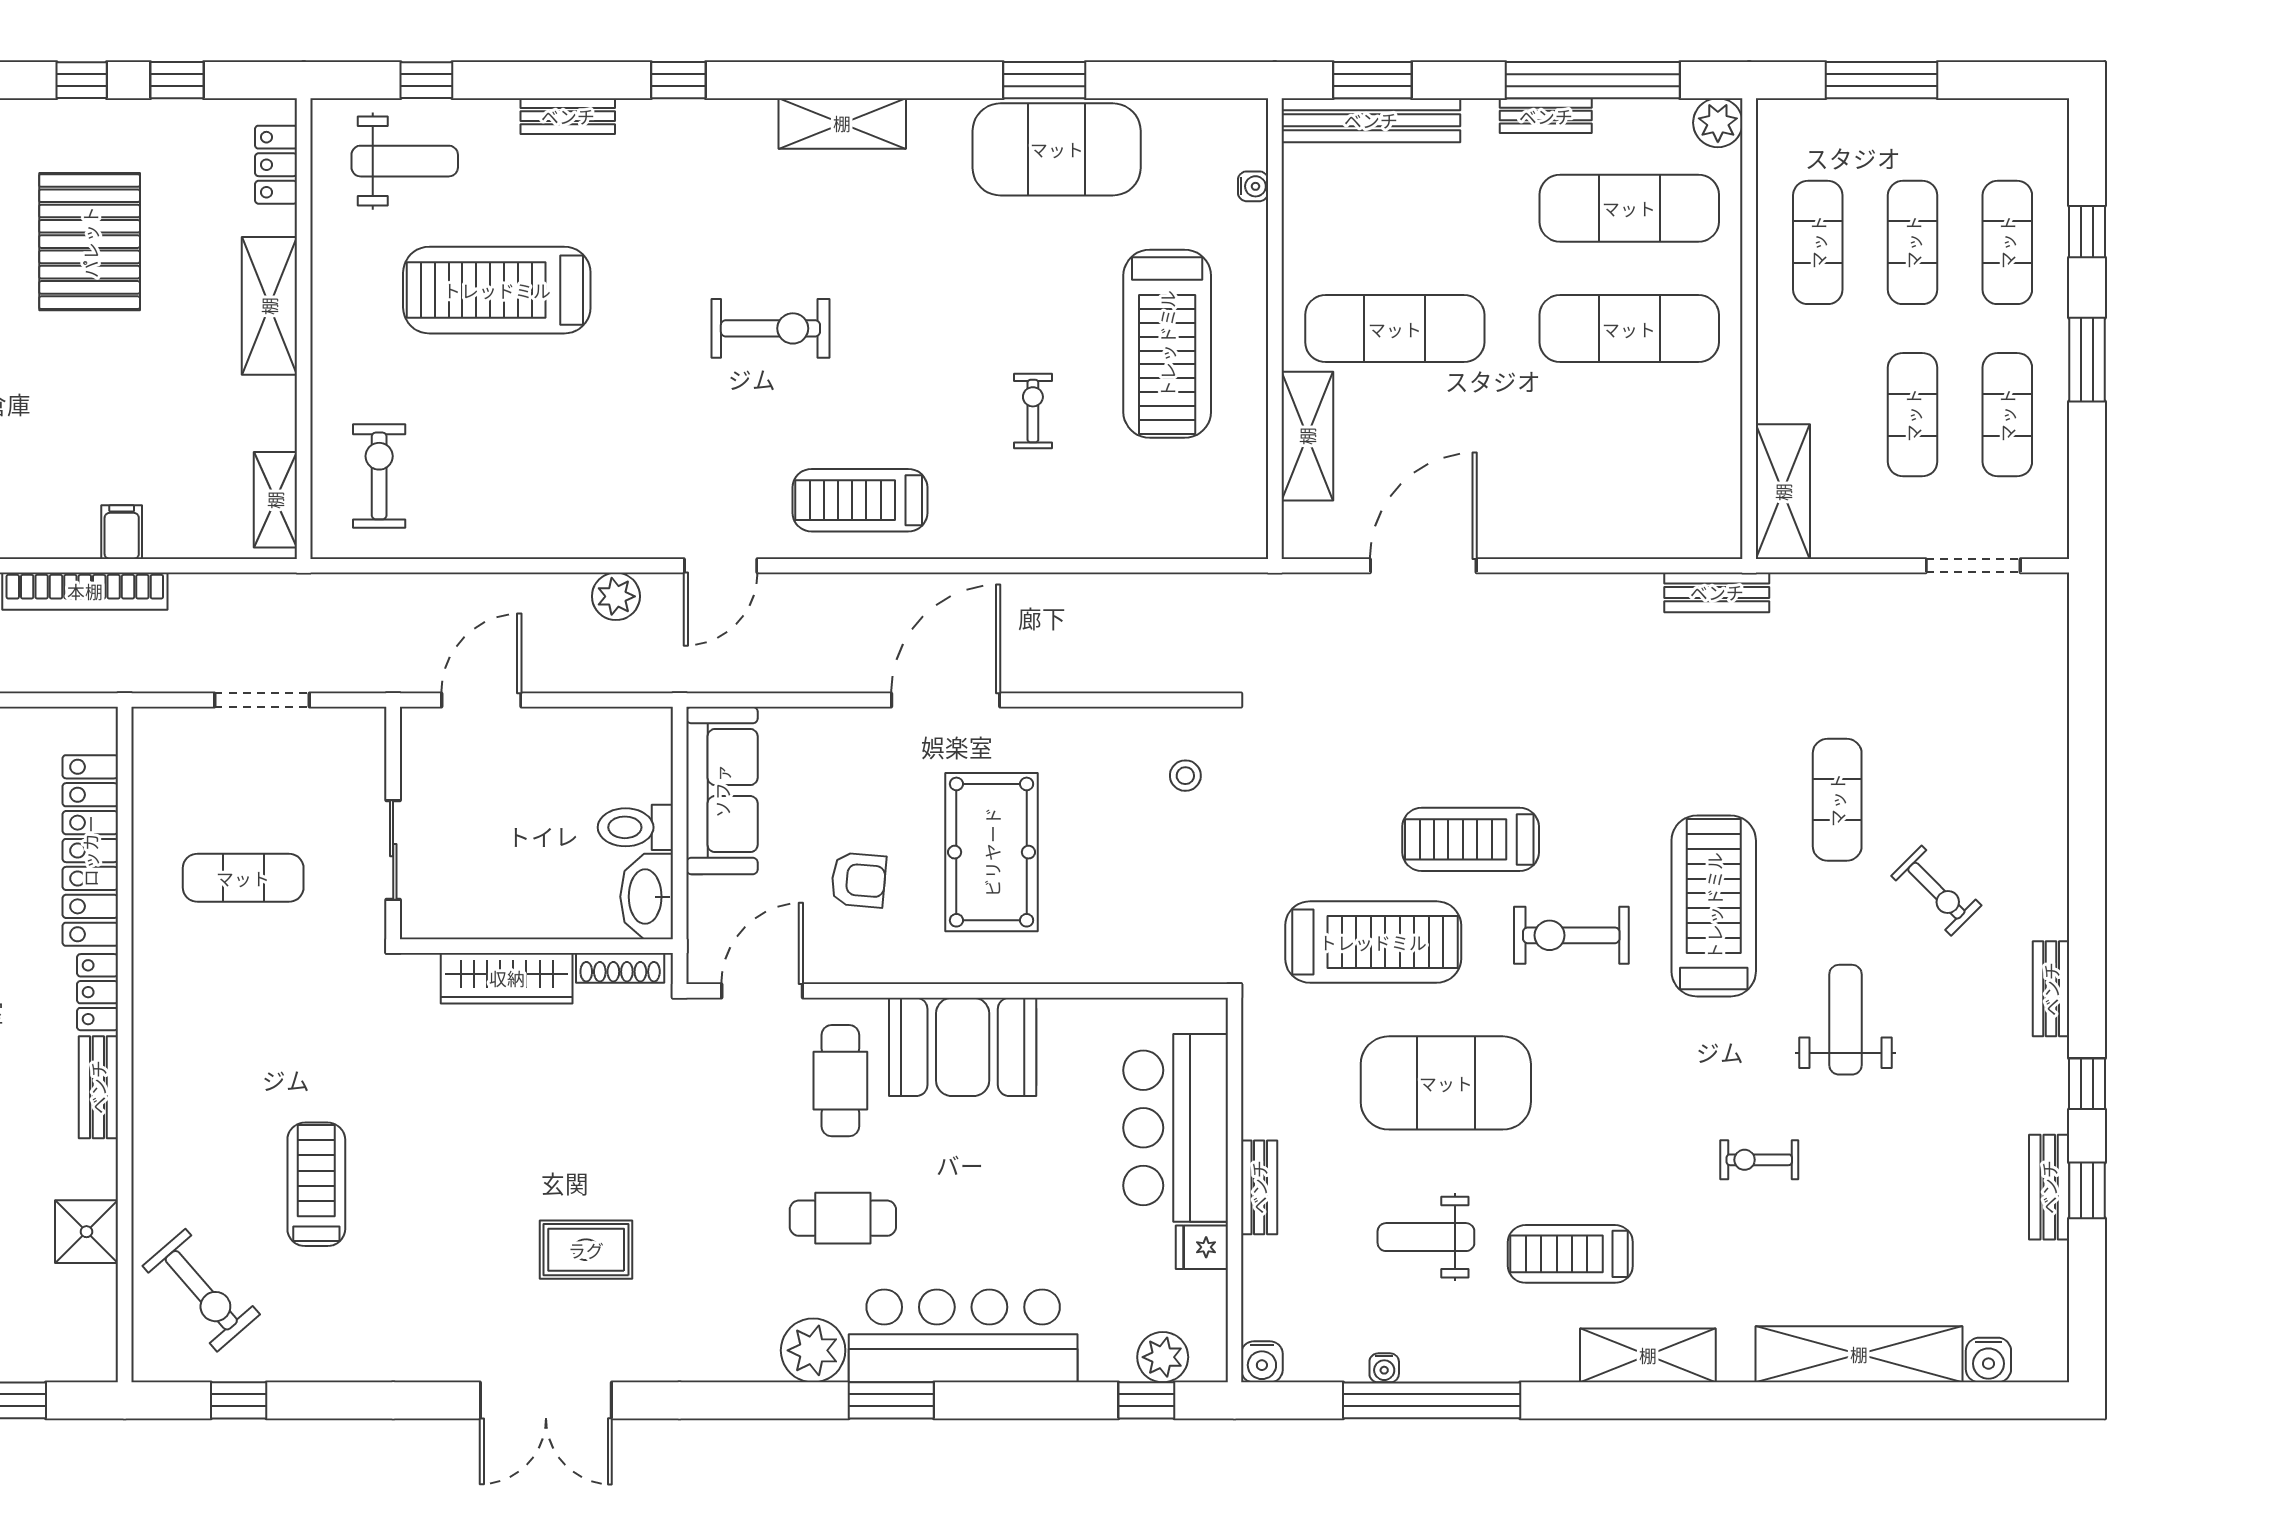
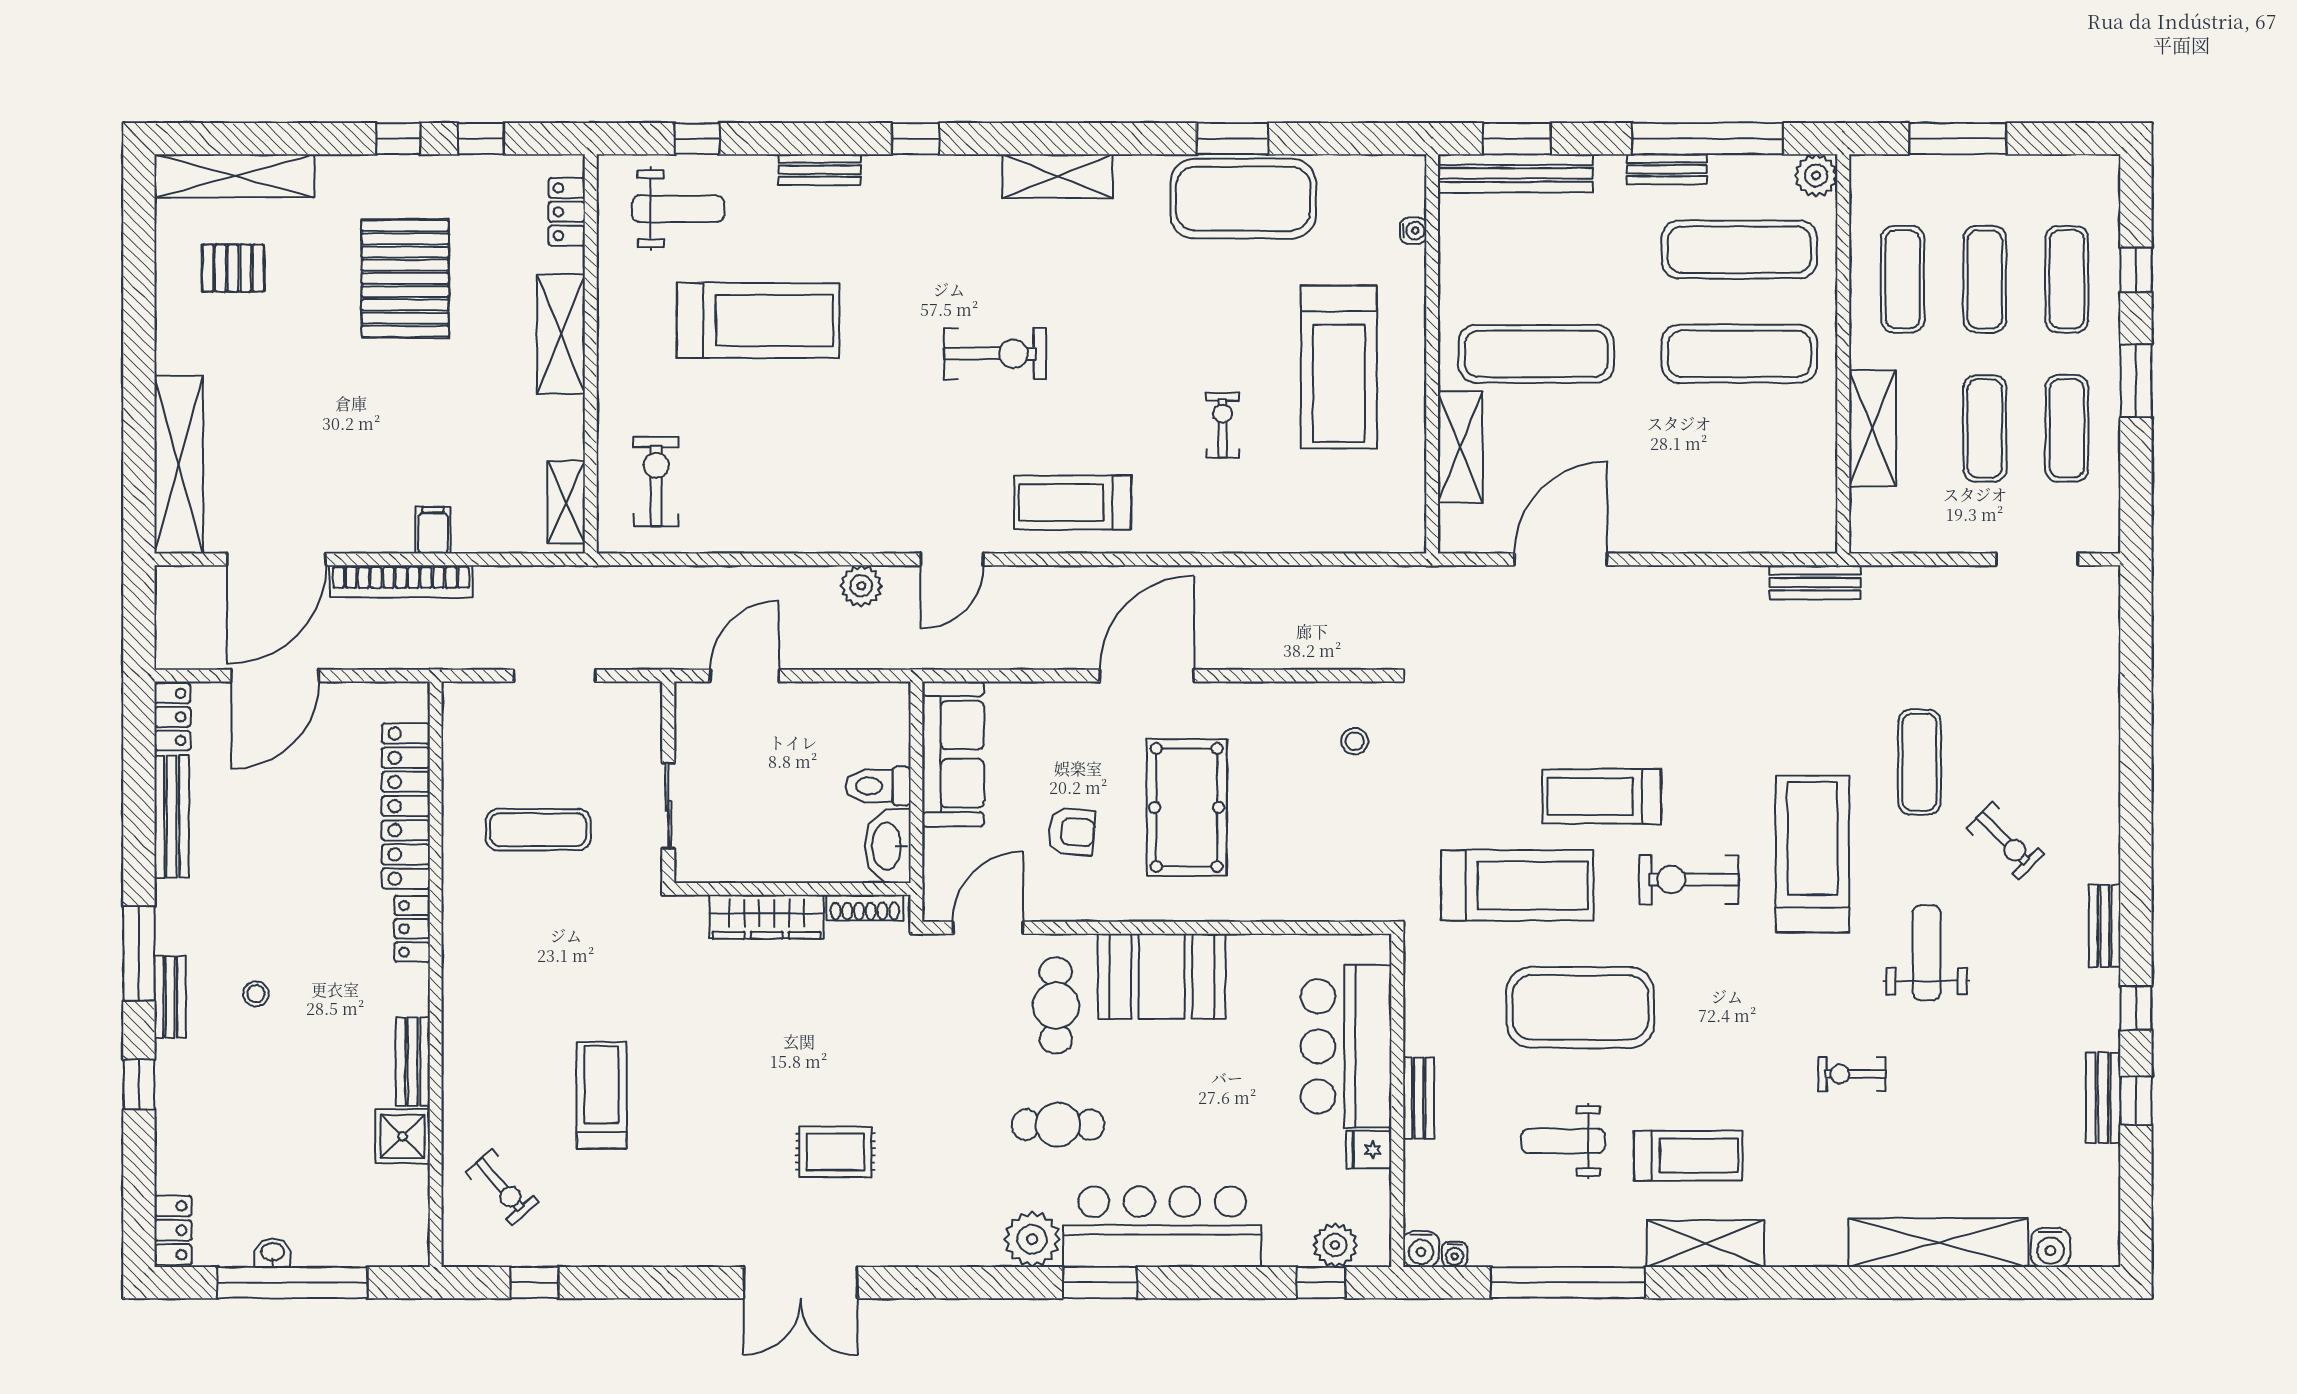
treadmill: (497, 290) -> (758, 320), turned 180
shelving: (1783, 492) -> (1872, 428), moved
bench: (98, 1087) -> (413, 1062), moved
treadmill: (1570, 1254) -> (1688, 1156), turned 180
exercise bike: (201, 1290) -> (502, 1187), width x0.73, depth x0.72
shelving: (1648, 1355) -> (1706, 1244), moved
water cooler: (1384, 1368) -> (1455, 1254), moved

